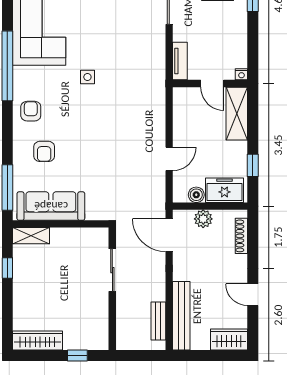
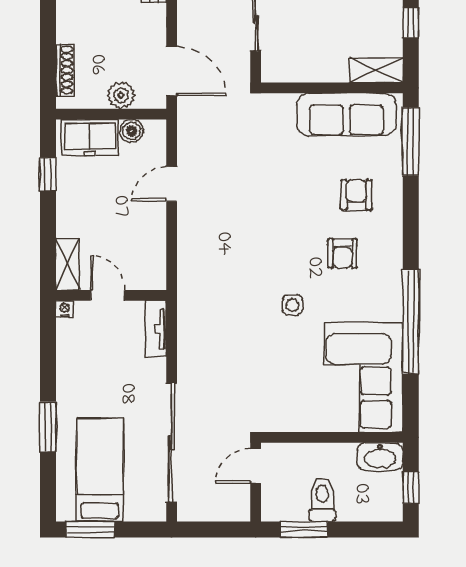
armchair: (31, 111) -> (342, 253), moved
shelving: (237, 114) -> (68, 264), width x0.67, depth x0.75

